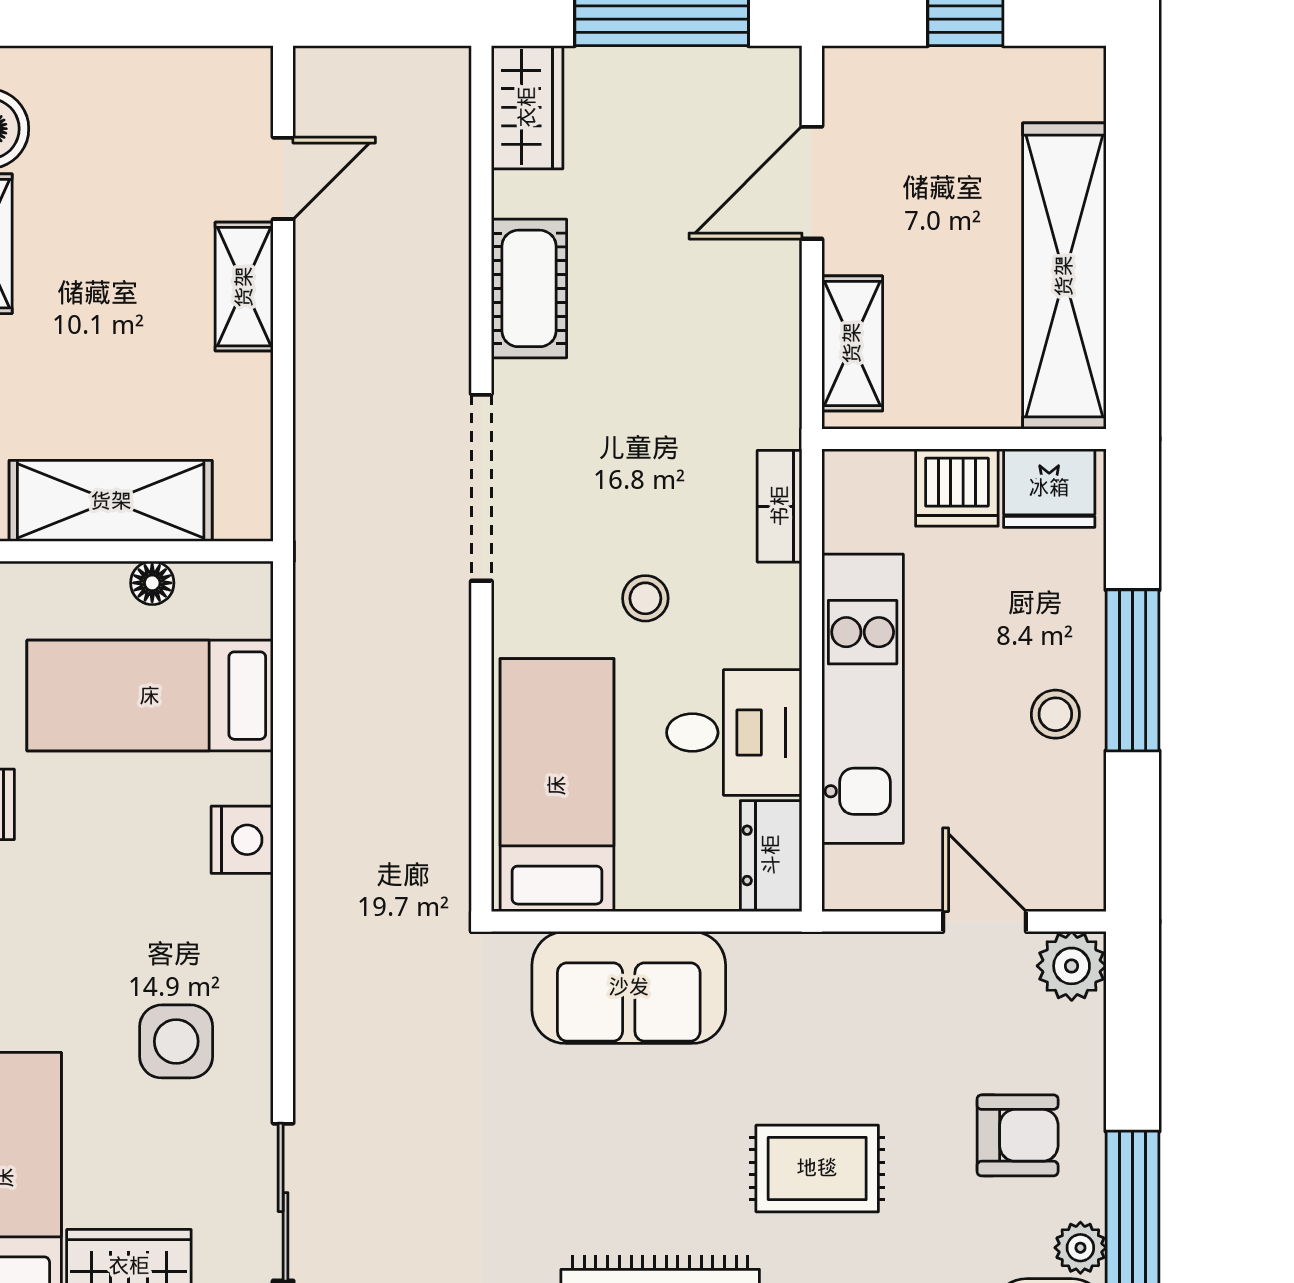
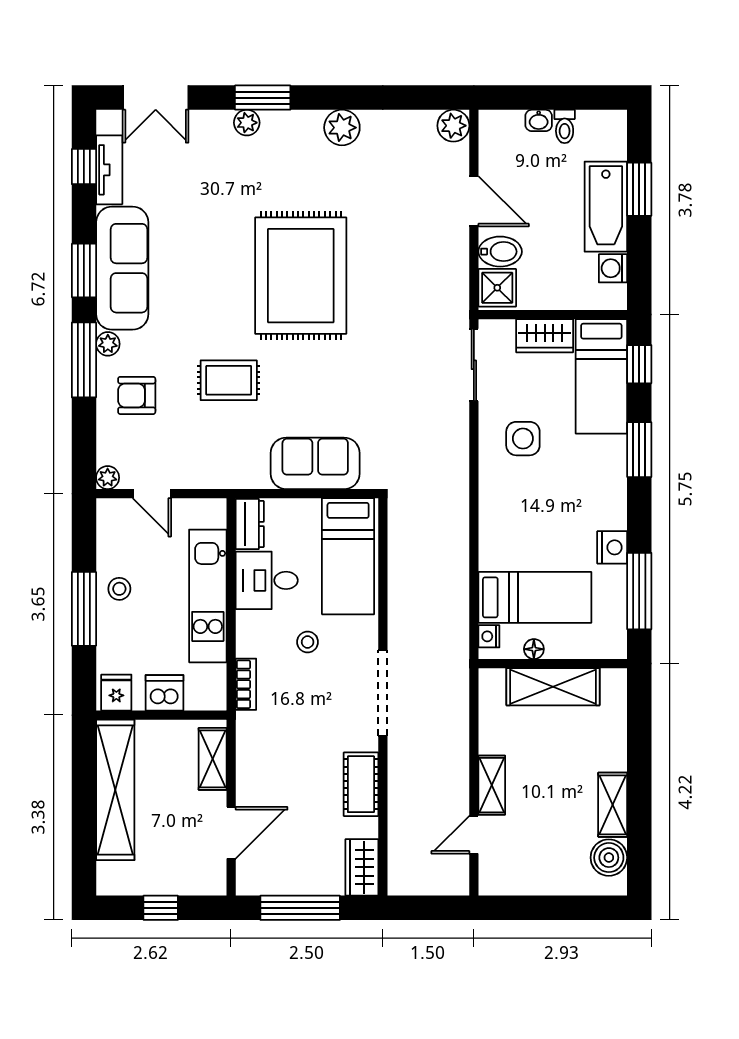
fridge: (1049, 488) -> (116, 693), width x0.72
nightstand: (242, 840) -> (489, 636), moved, width x0.72, depth x0.74
plant: (1072, 966) -> (108, 478), width x0.73, depth x0.73

